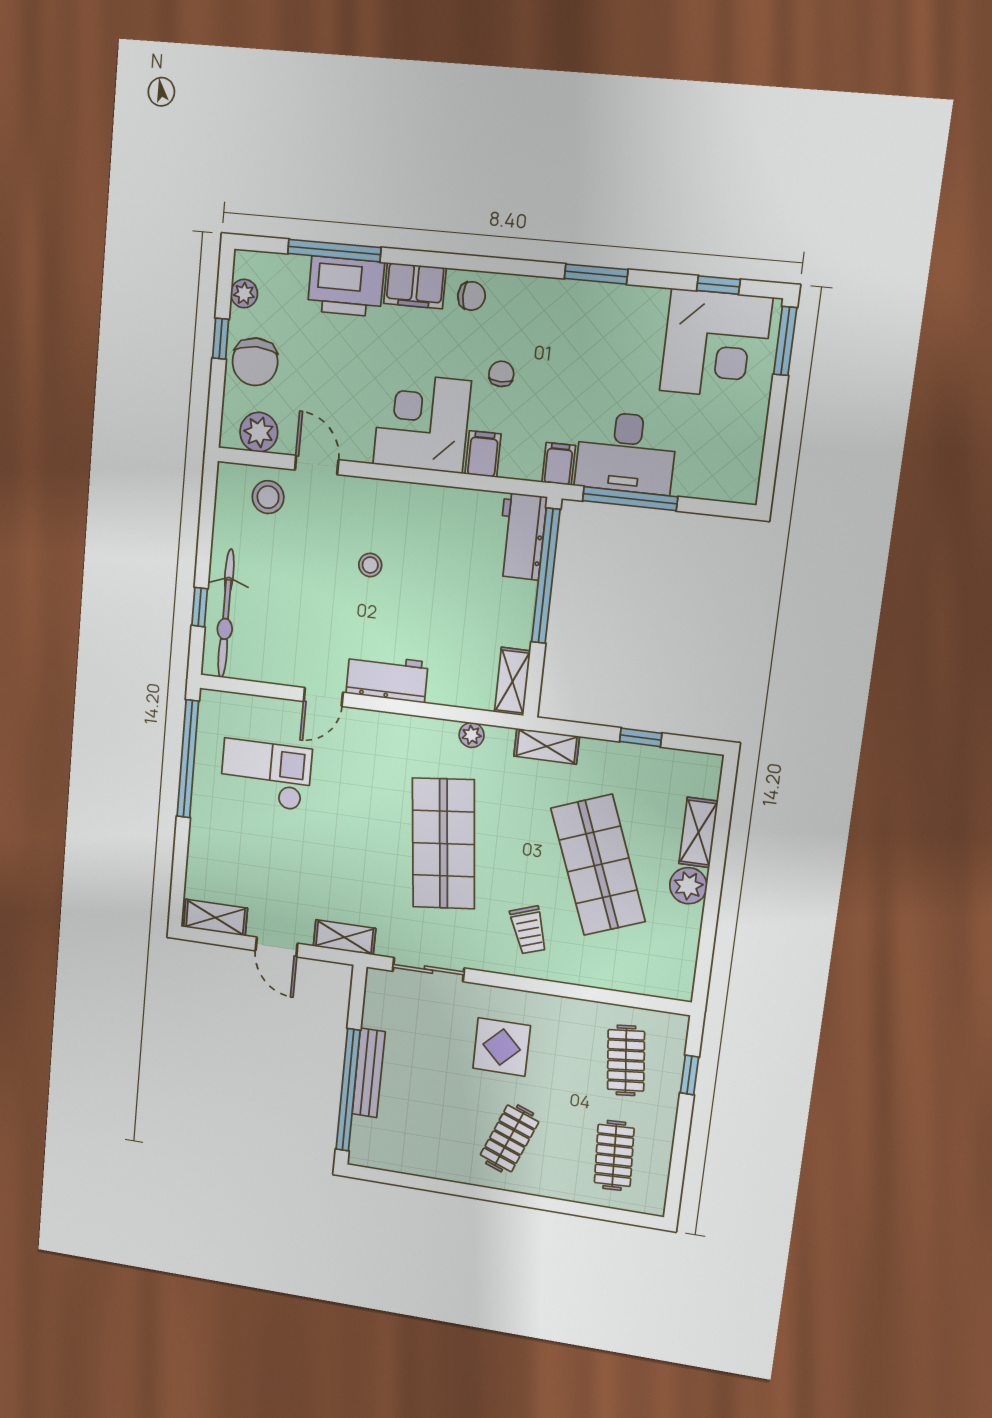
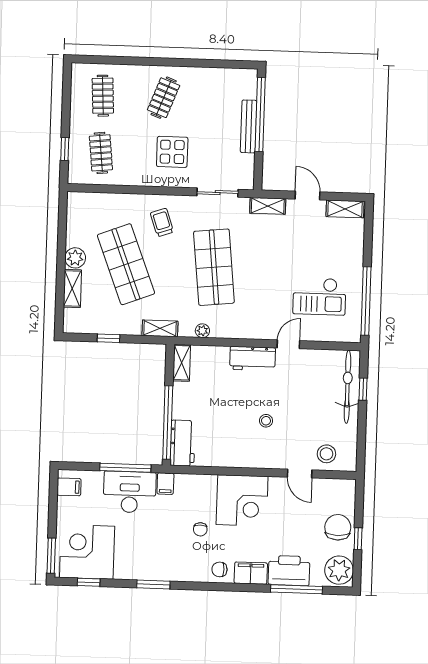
plant: (244, 294) -> (339, 570), width x1.88, depth x1.88
plant: (259, 432) -> (334, 489), removed
filing cabinet: (483, 454) -> (69, 487), moved, turned -90

